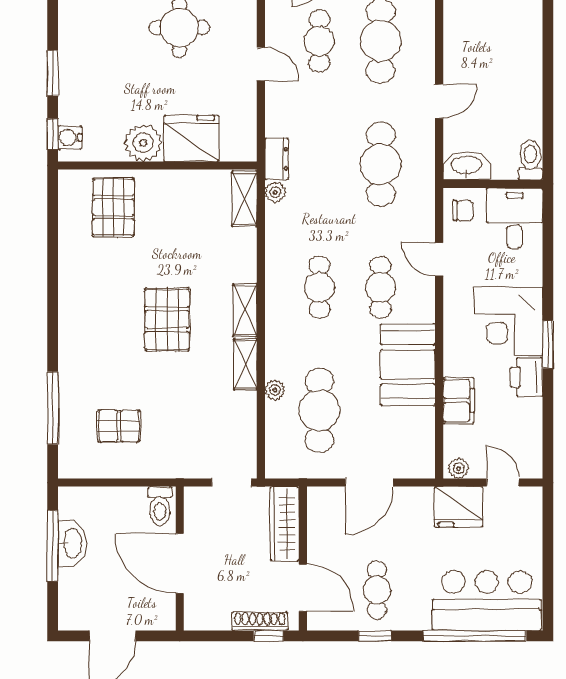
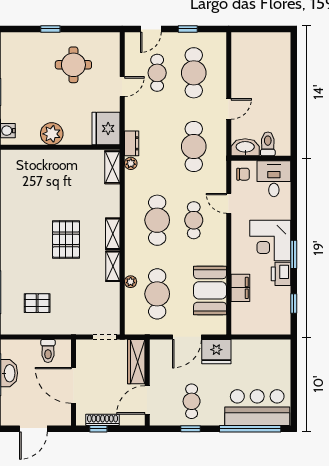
door: (261, 64) -> (122, 87), hinge flipped
fridge: (191, 138) -> (106, 129), moved, turned -90
toilet: (530, 160) -> (268, 144), moved
pallet: (113, 207) -> (34, 172), removed
cafe table: (319, 287) -> (157, 220), width x1.37, depth x1.35
booth: (408, 364) -> (210, 290), moved
window: (548, 427) -> (294, 304), added
plant: (459, 468) -> (240, 328), removed
door: (503, 483) -> (267, 337), removed
toilet: (160, 506) -> (48, 351), moved
fridge: (459, 507) -> (216, 352), moved
door: (303, 588) -> (147, 400), swing flipped
shoe rack: (260, 621) -> (103, 420), moved
window: (269, 636) -> (98, 429), moved

